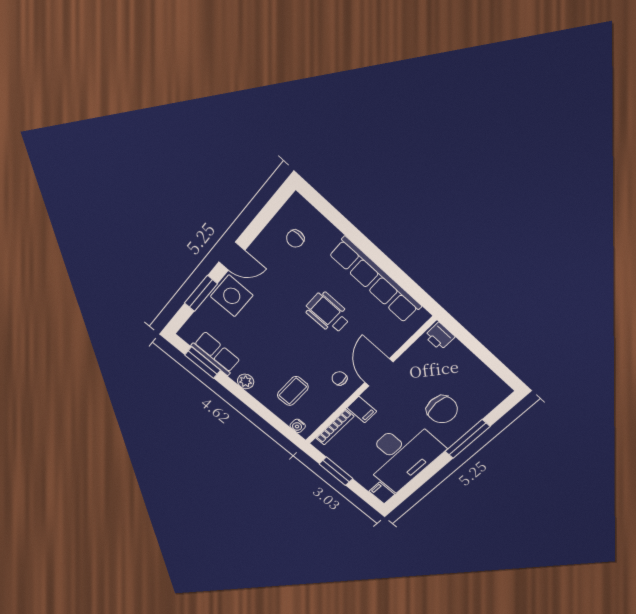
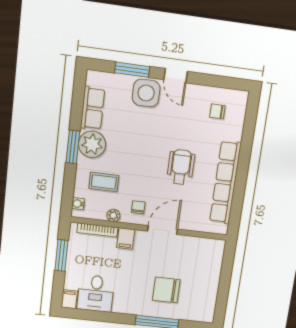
printer: (440, 336) -> (216, 250), removed
window: (203, 363) -> (73, 147), moved
plant: (246, 381) -> (92, 144), width x1.88, depth x1.88
plant: (331, 405) -> (113, 215), added
chair: (442, 409) -> (166, 290), turned 90
desk: (402, 455) -> (96, 293), width x0.53, depth x0.77

